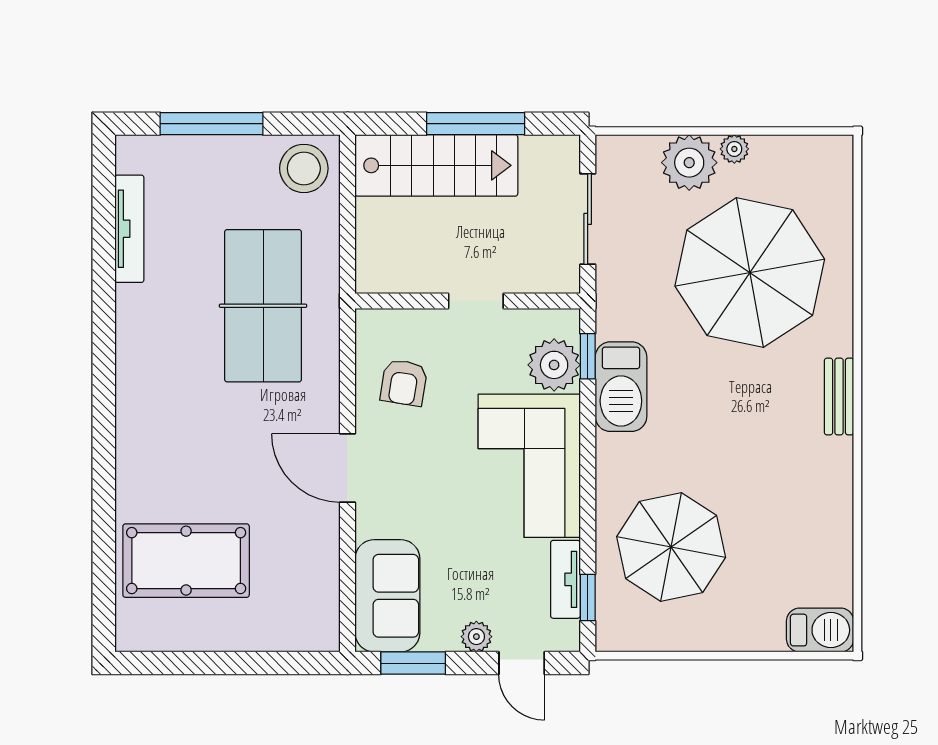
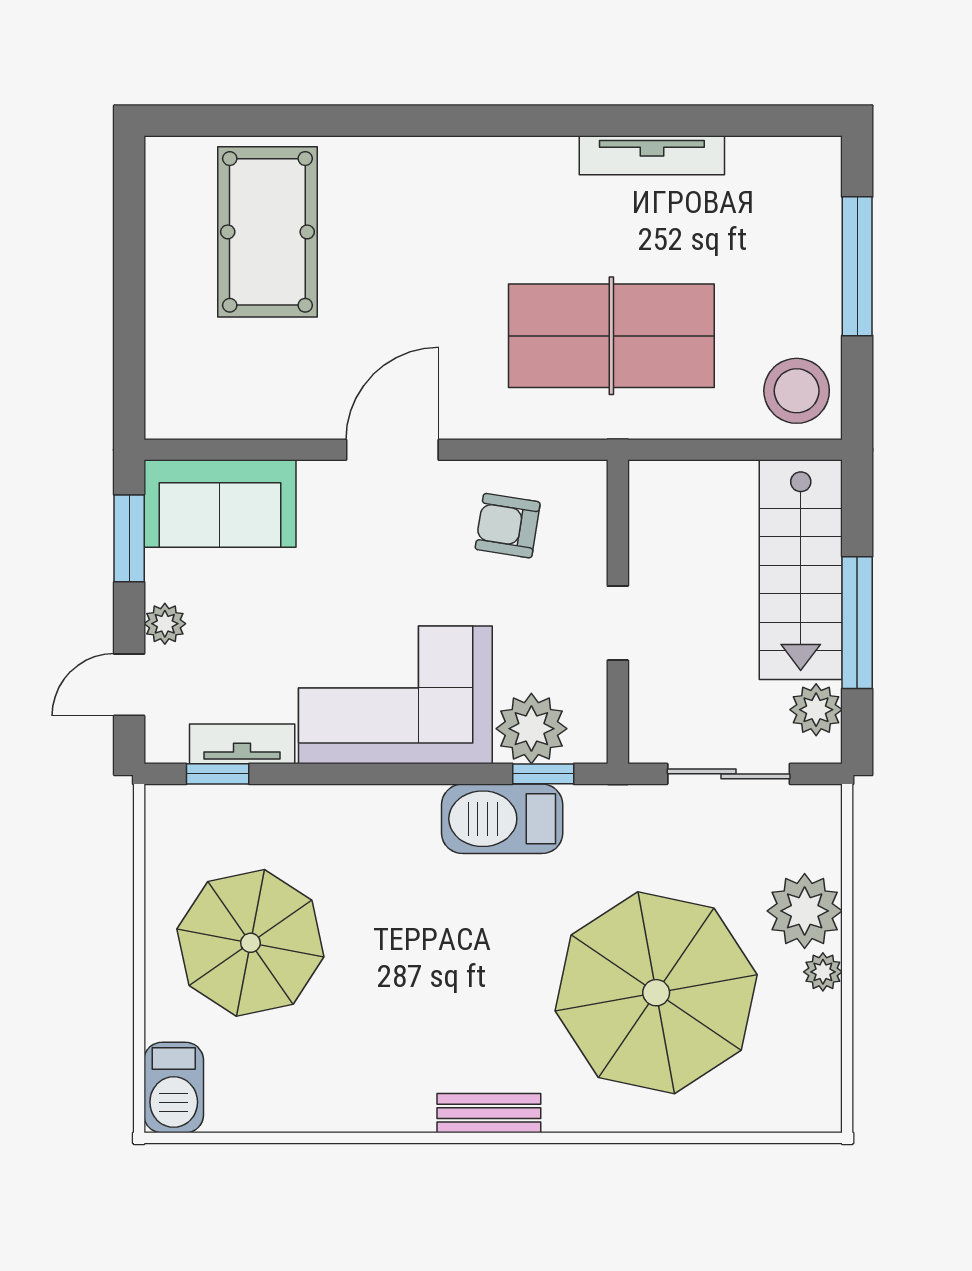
plant: (540, 154) -> (816, 710), added
tv unit: (129, 229) -> (652, 155), moved
parasol: (671, 547) -> (250, 943), moved

